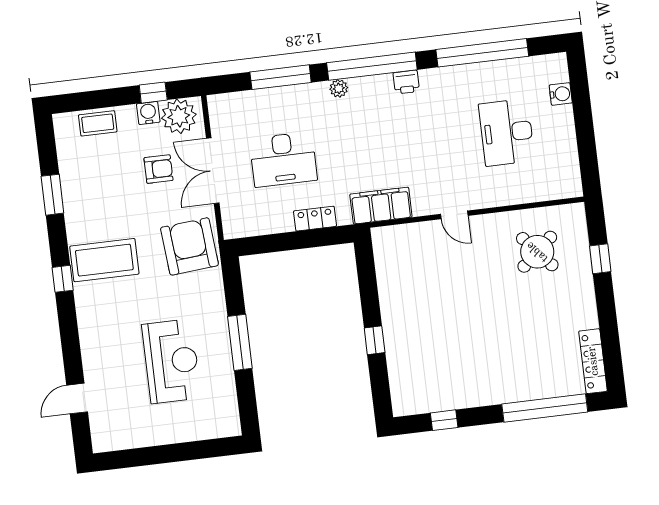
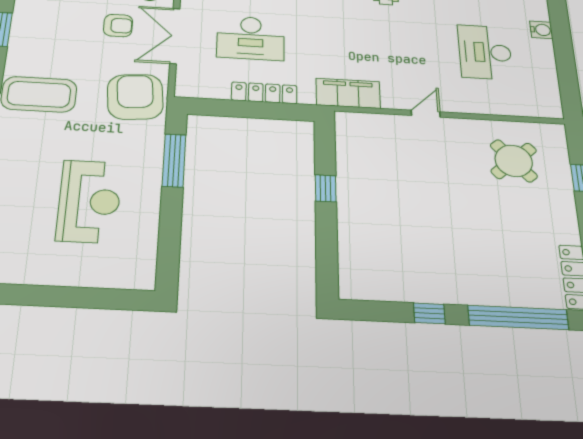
door: (454, 215) -> (426, 114), swing flipped
locker: (315, 219) -> (264, 93), width x1.53
window: (375, 340) -> (326, 188), moved
window: (240, 342) -> (174, 160), moved
window: (444, 420) -> (429, 313), moved

